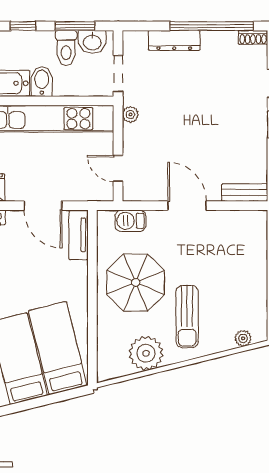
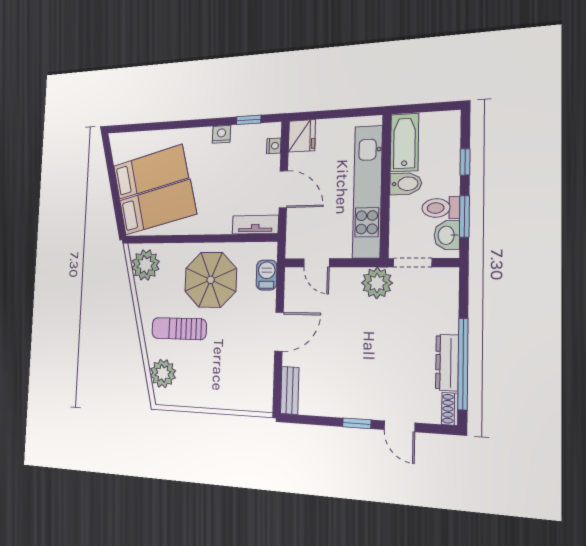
dresser: (174, 40) -> (447, 363), moved
plant: (130, 115) -> (377, 283), width x1.87, depth x1.87
door: (118, 168) -> (317, 263), swing flipped
door: (43, 206) -> (283, 189), swing flipped
plant: (243, 338) -> (163, 373), width x1.88, depth x1.88
plant: (146, 353) -> (145, 265), moved

